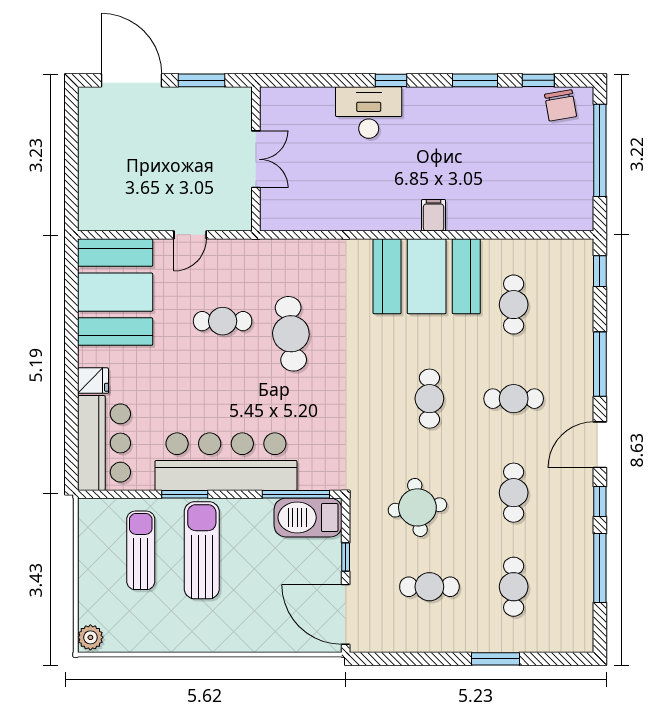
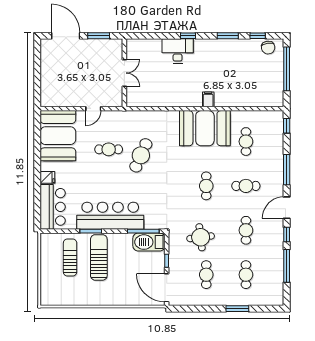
cafe table: (291, 334) -> (141, 155), turned 30
cafe table: (429, 587) -> (206, 275), turned 90
plant: (90, 637) -> (46, 299), removed

